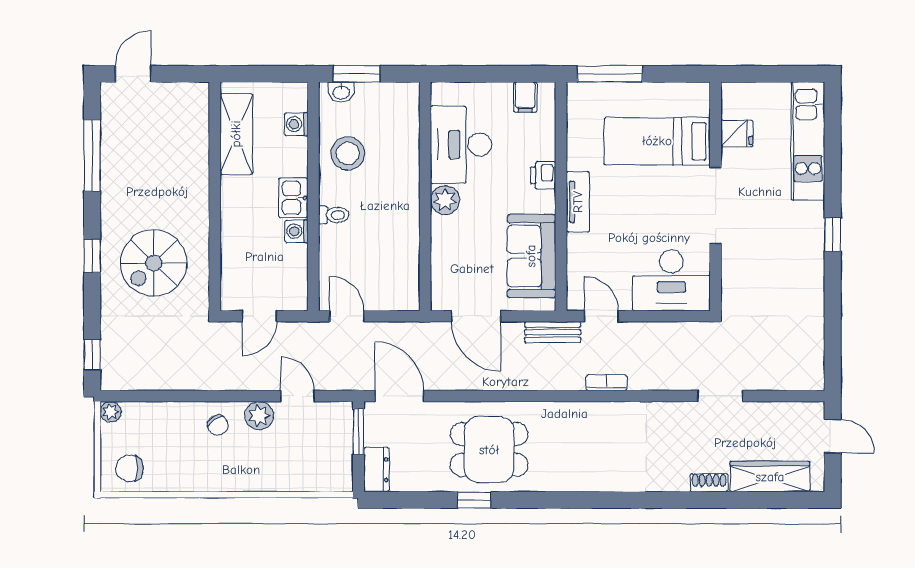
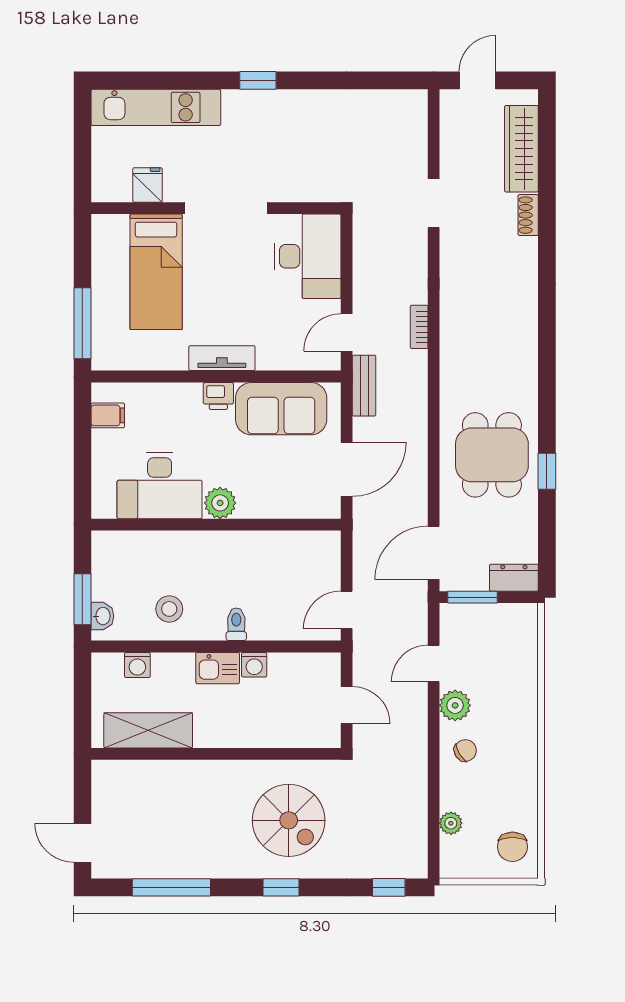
stool: (348, 153) -> (169, 609), width x0.73, depth x0.73
printer: (543, 175) -> (218, 396), moved
plant: (111, 412) -> (451, 823), moved

